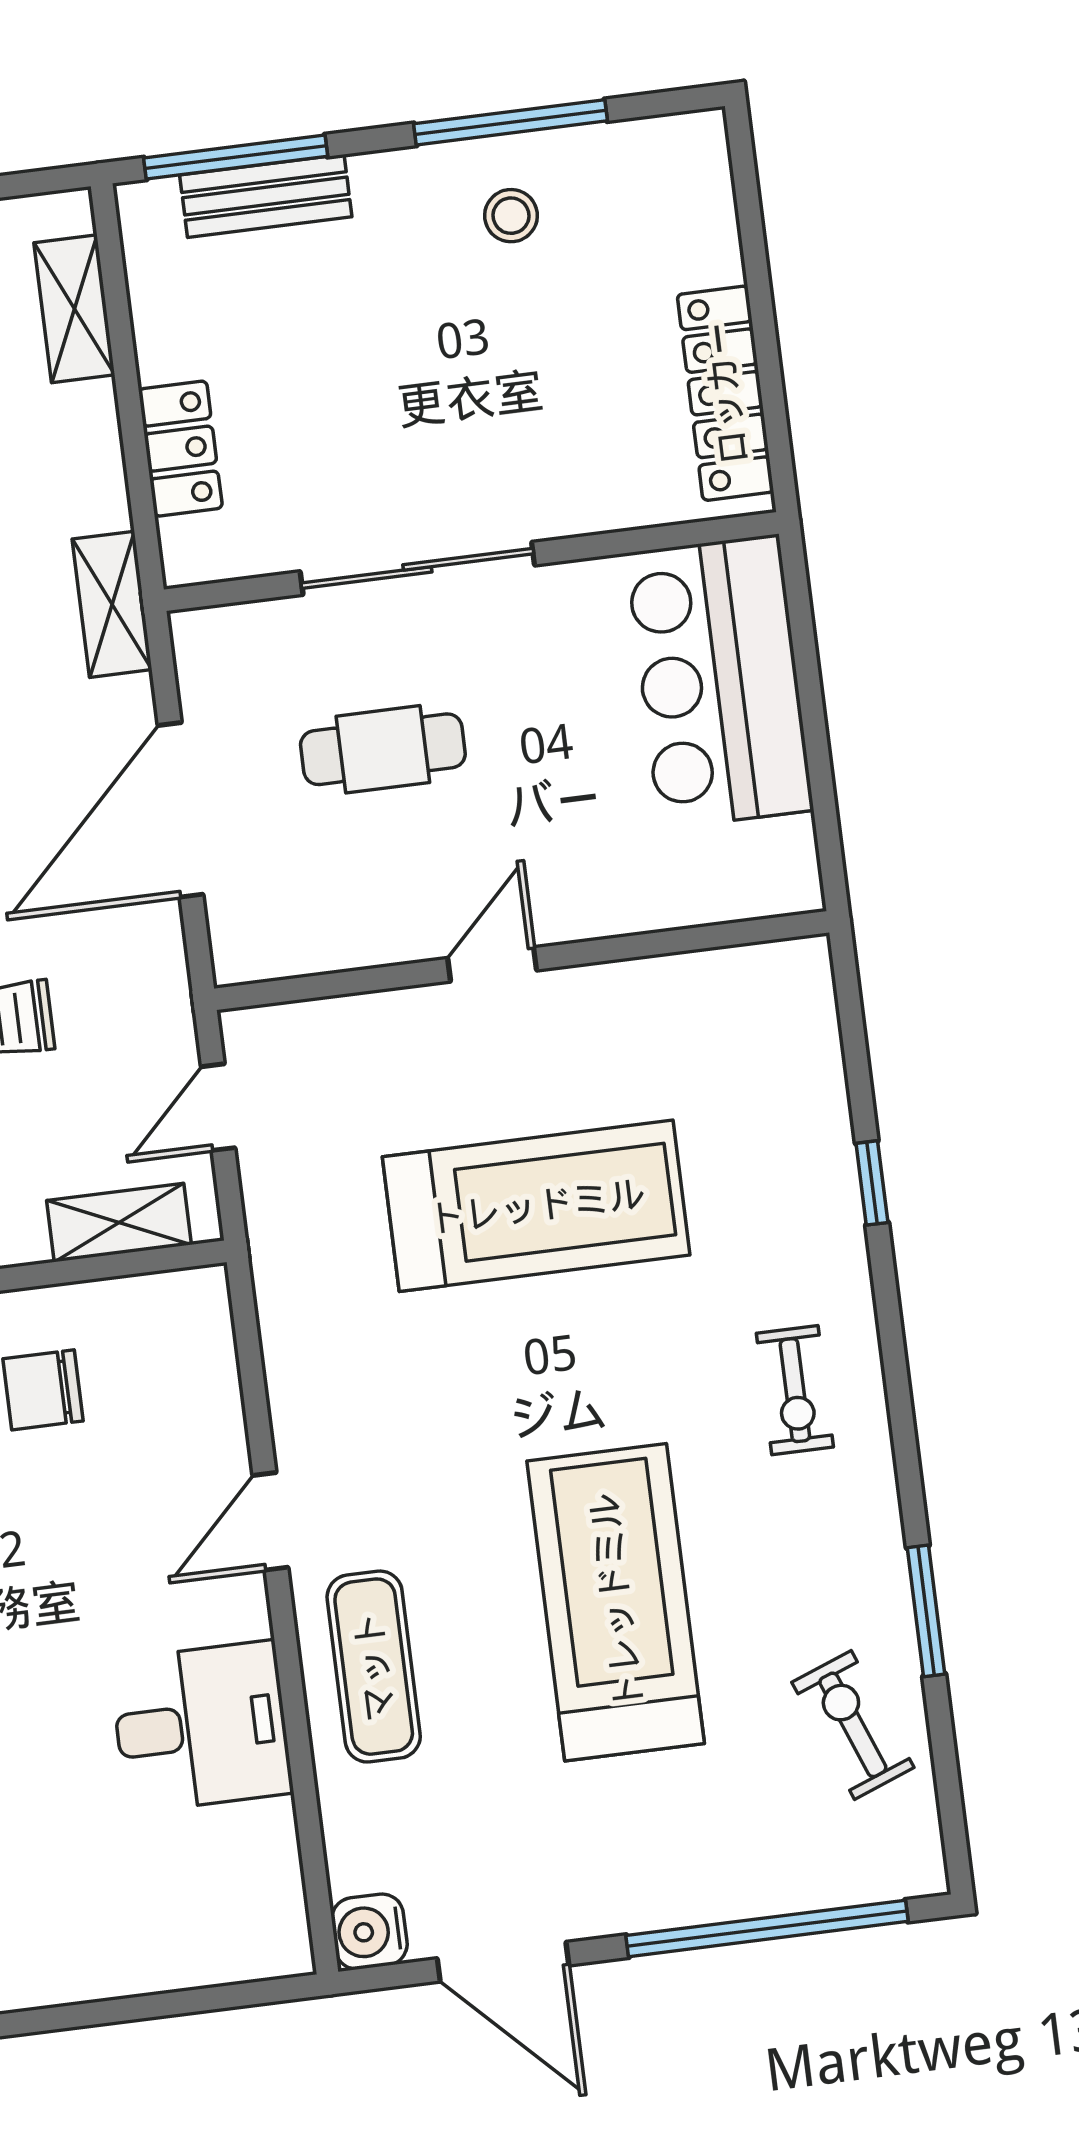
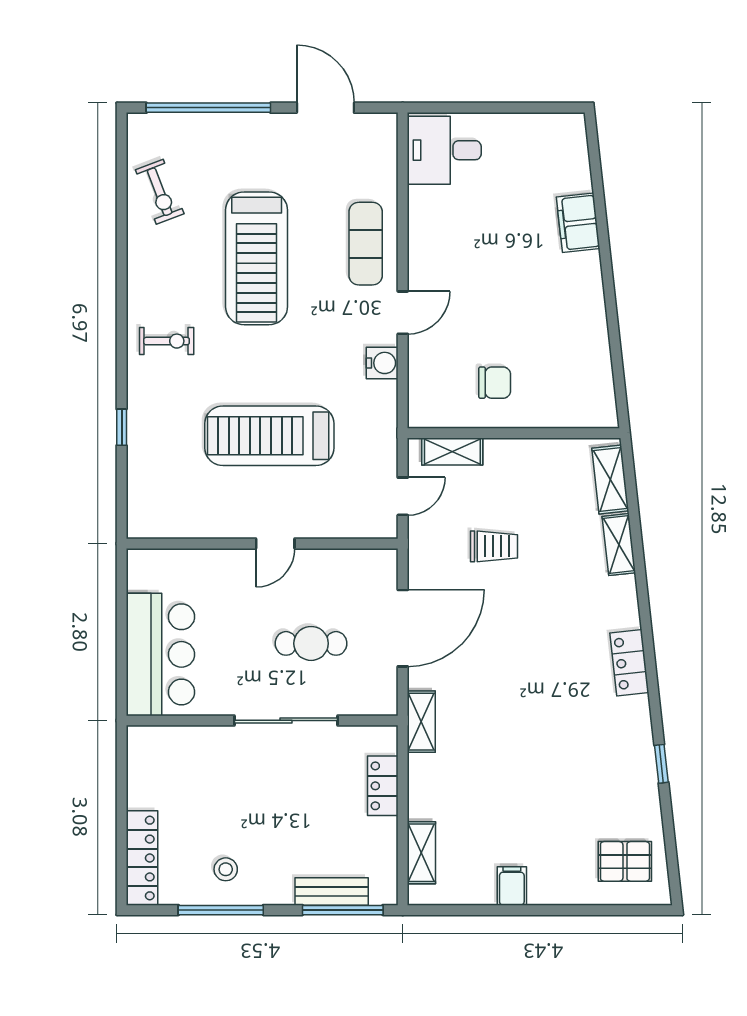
locker: (725, 393) -> (142, 858), moved
exercise bike: (795, 1390) -> (167, 341), turned 90
window: (926, 1611) -> (122, 237), removed
desk: (201, 1727) -> (444, 150), moved
water cooler: (369, 1932) -> (382, 363), moved

